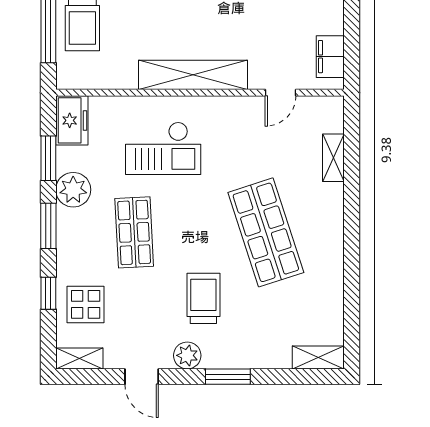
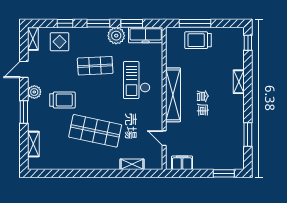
freezer: (72, 120) -> (146, 35), width x1.40
shop shelf: (266, 232) -> (95, 131), turned 30
shelving: (318, 357) -> (33, 144), moved

